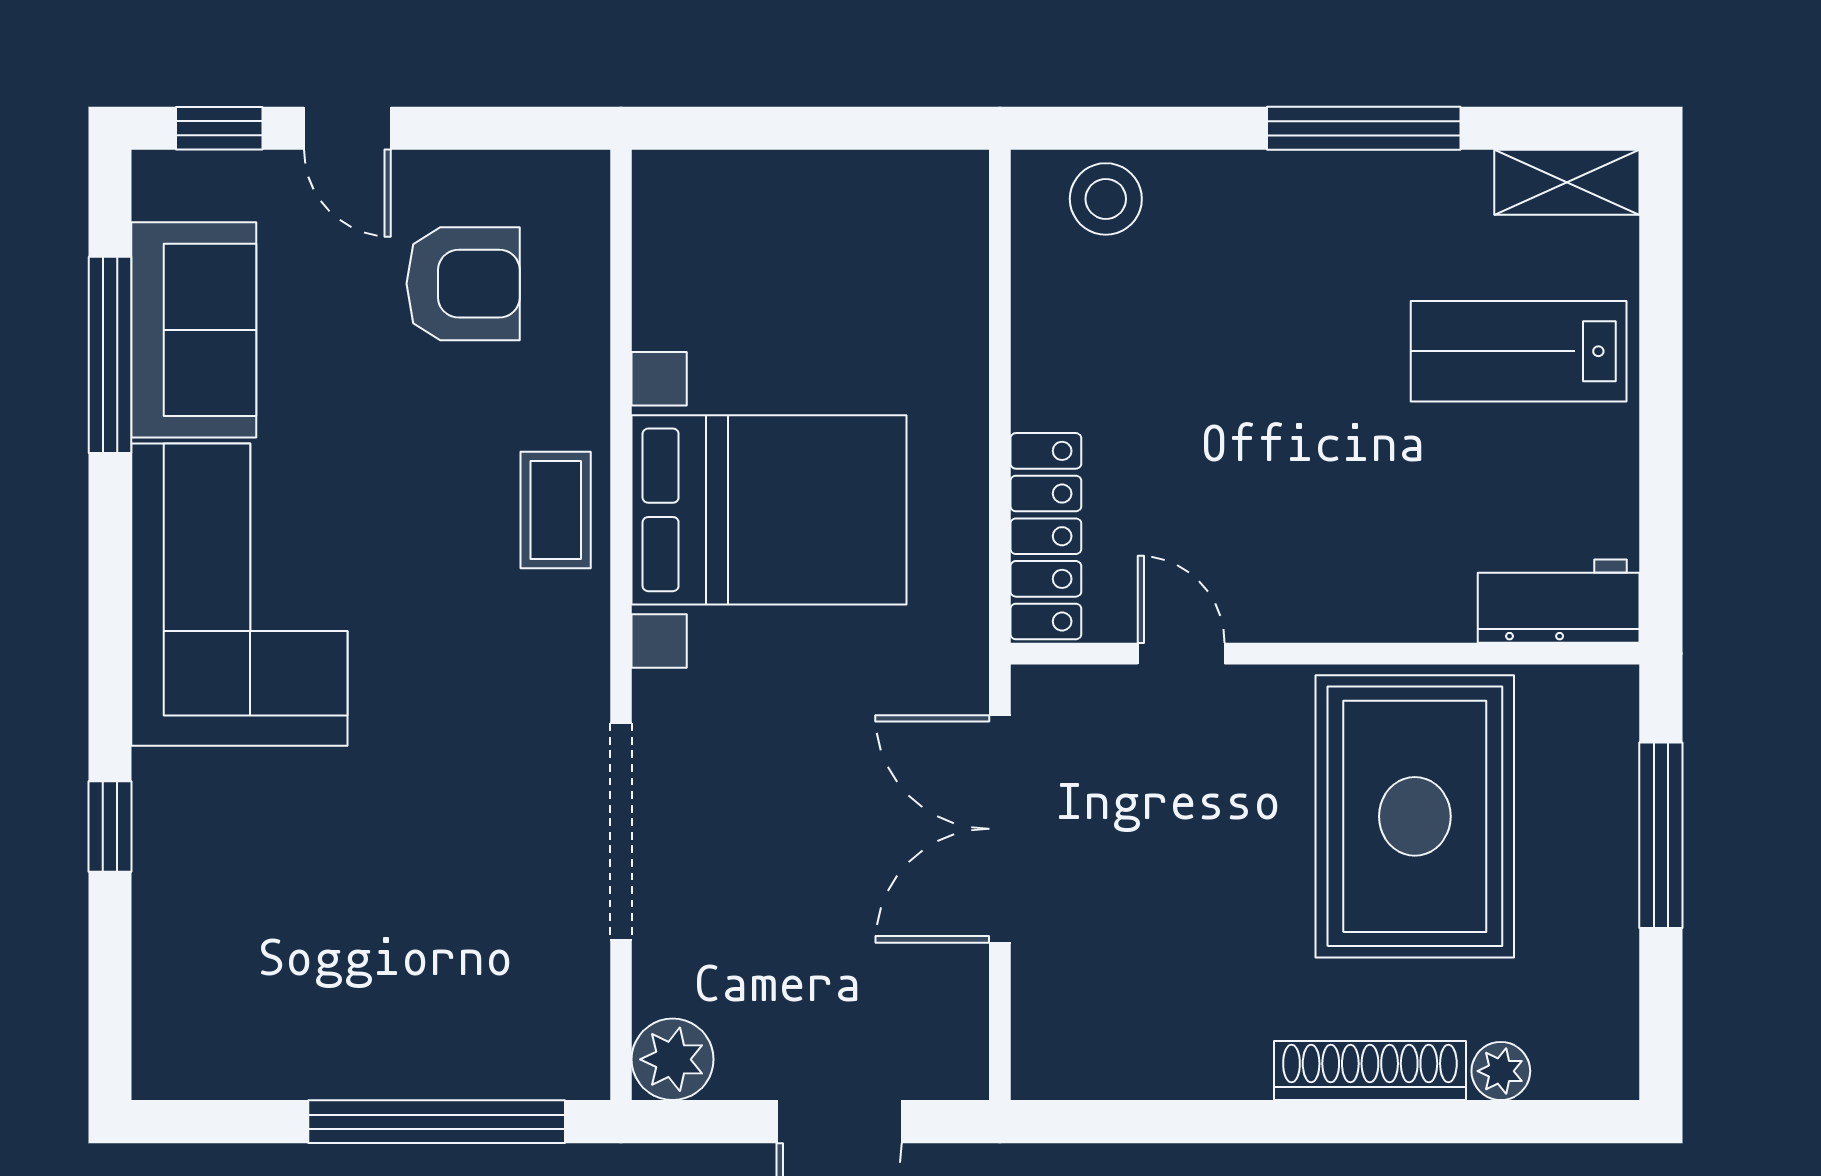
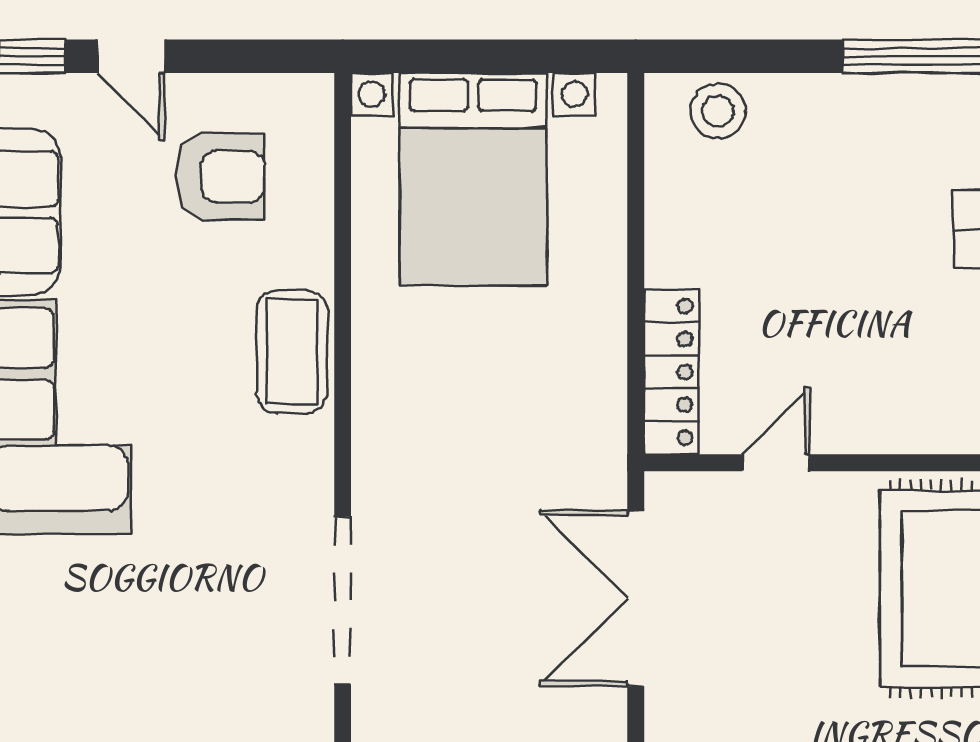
coffee table: (556, 510) -> (292, 352), width x1.36, depth x1.30
bed with nightstands: (769, 510) -> (473, 179), moved, turned 90
door: (1181, 654) -> (776, 463), hinge flipped

